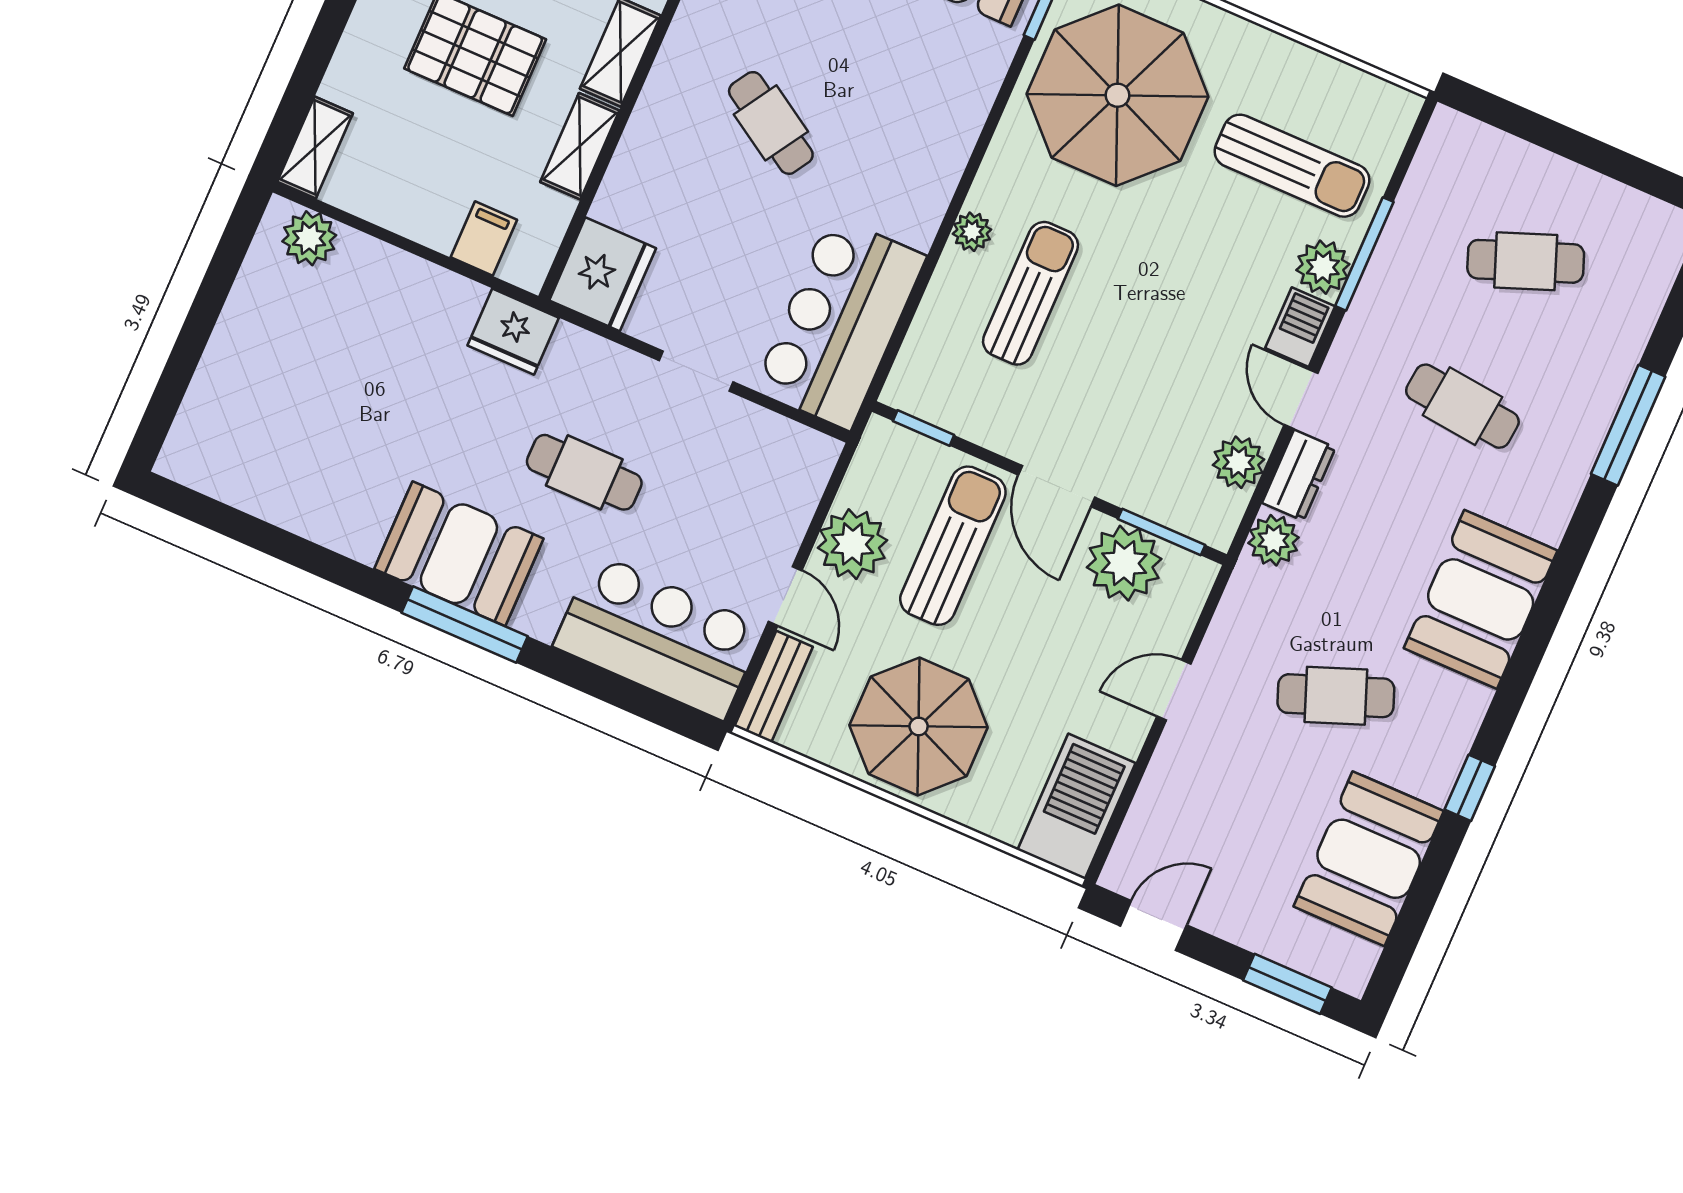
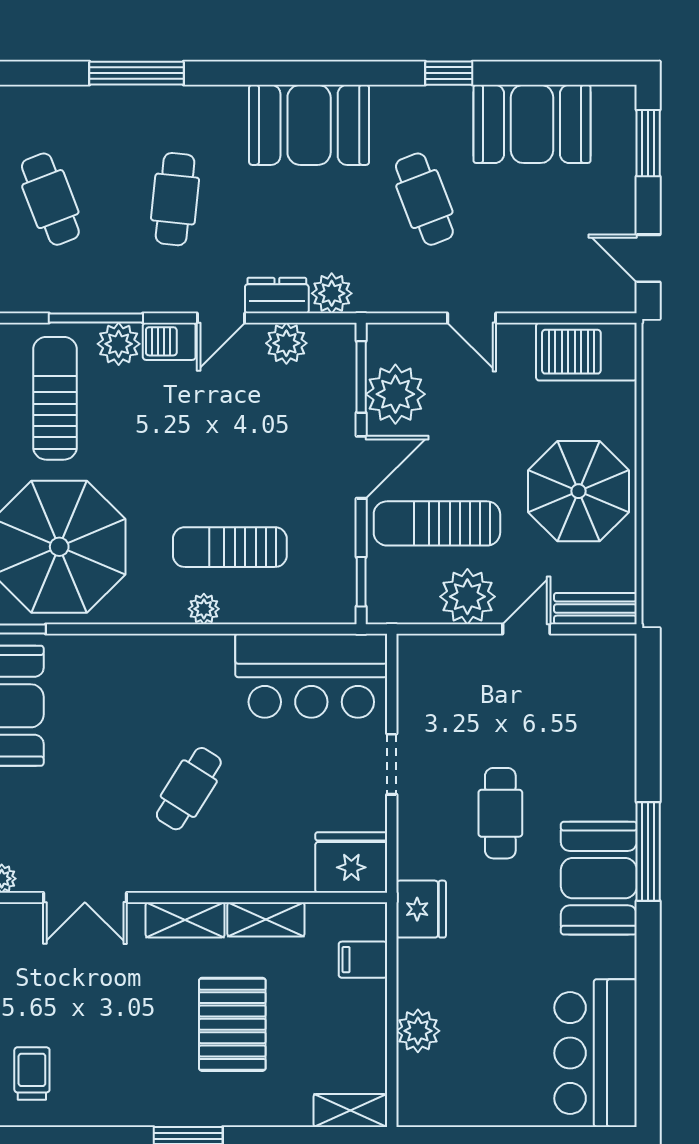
plant: (309, 238) -> (418, 1031), moved
bar counter: (659, 637) -> (596, 1053), moved

